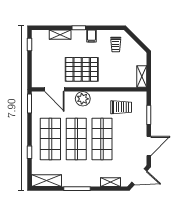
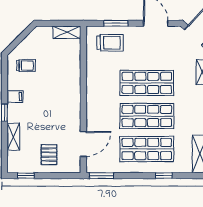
pallet: (82, 69) -> (49, 155), moved, width x0.49, depth x0.50
plant: (83, 99) -> (95, 108), removed
trolley: (121, 107) -> (110, 43), moved, turned 90

